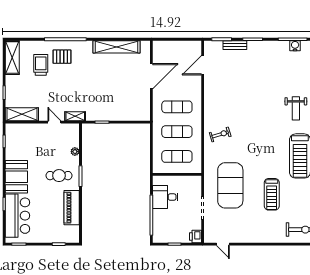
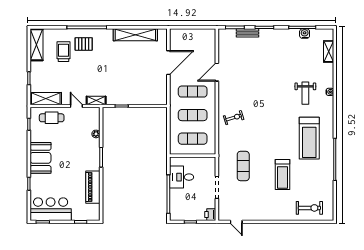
door: (203, 65) -> (217, 72), moved
cafe table: (59, 176) -> (52, 118), moved
exercise mat: (230, 185) -> (243, 166), width x0.50, depth x0.69
bar counter: (17, 216) -> (51, 209), moved, turned -90

